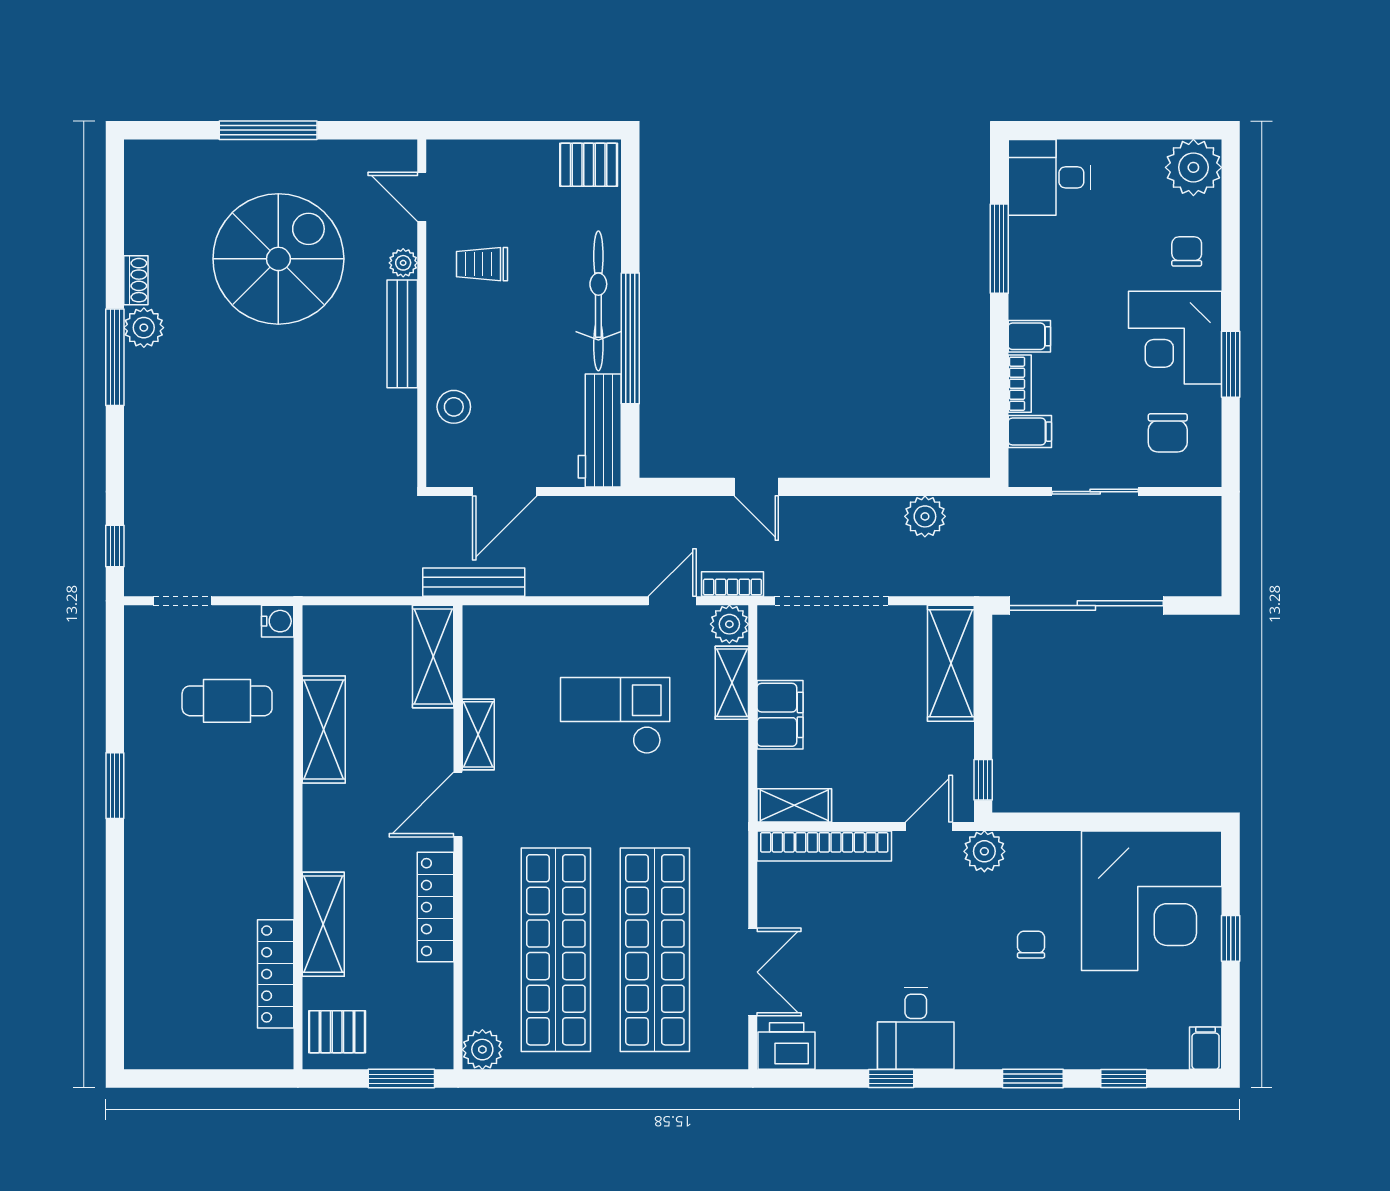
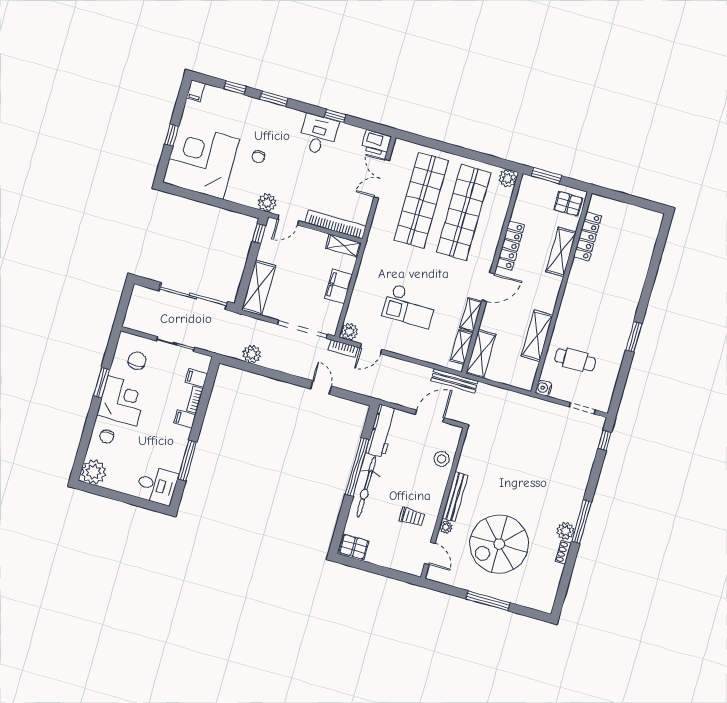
shelving: (732, 683) -> (462, 347), moved

